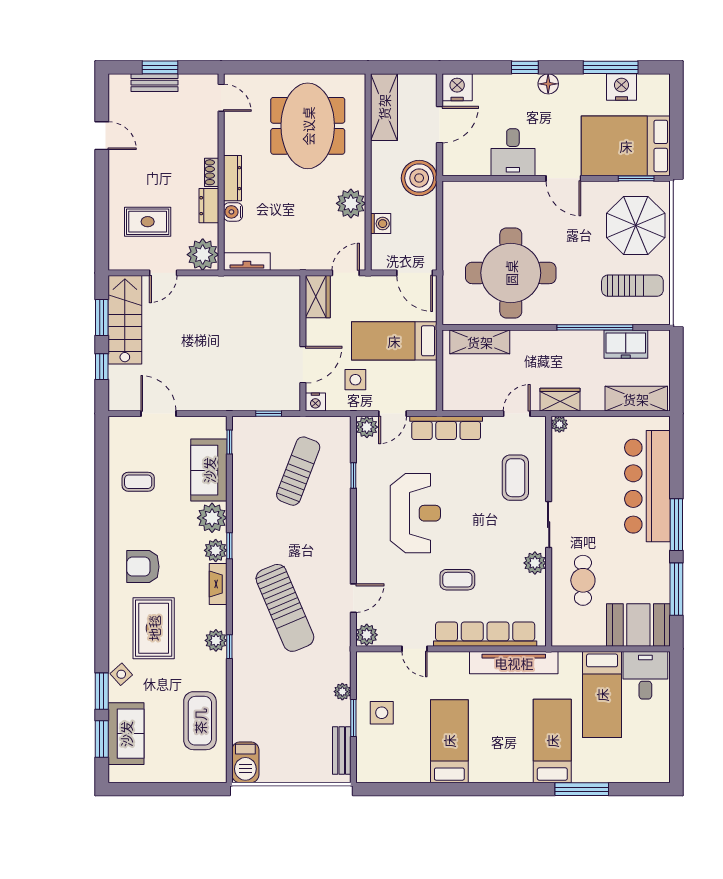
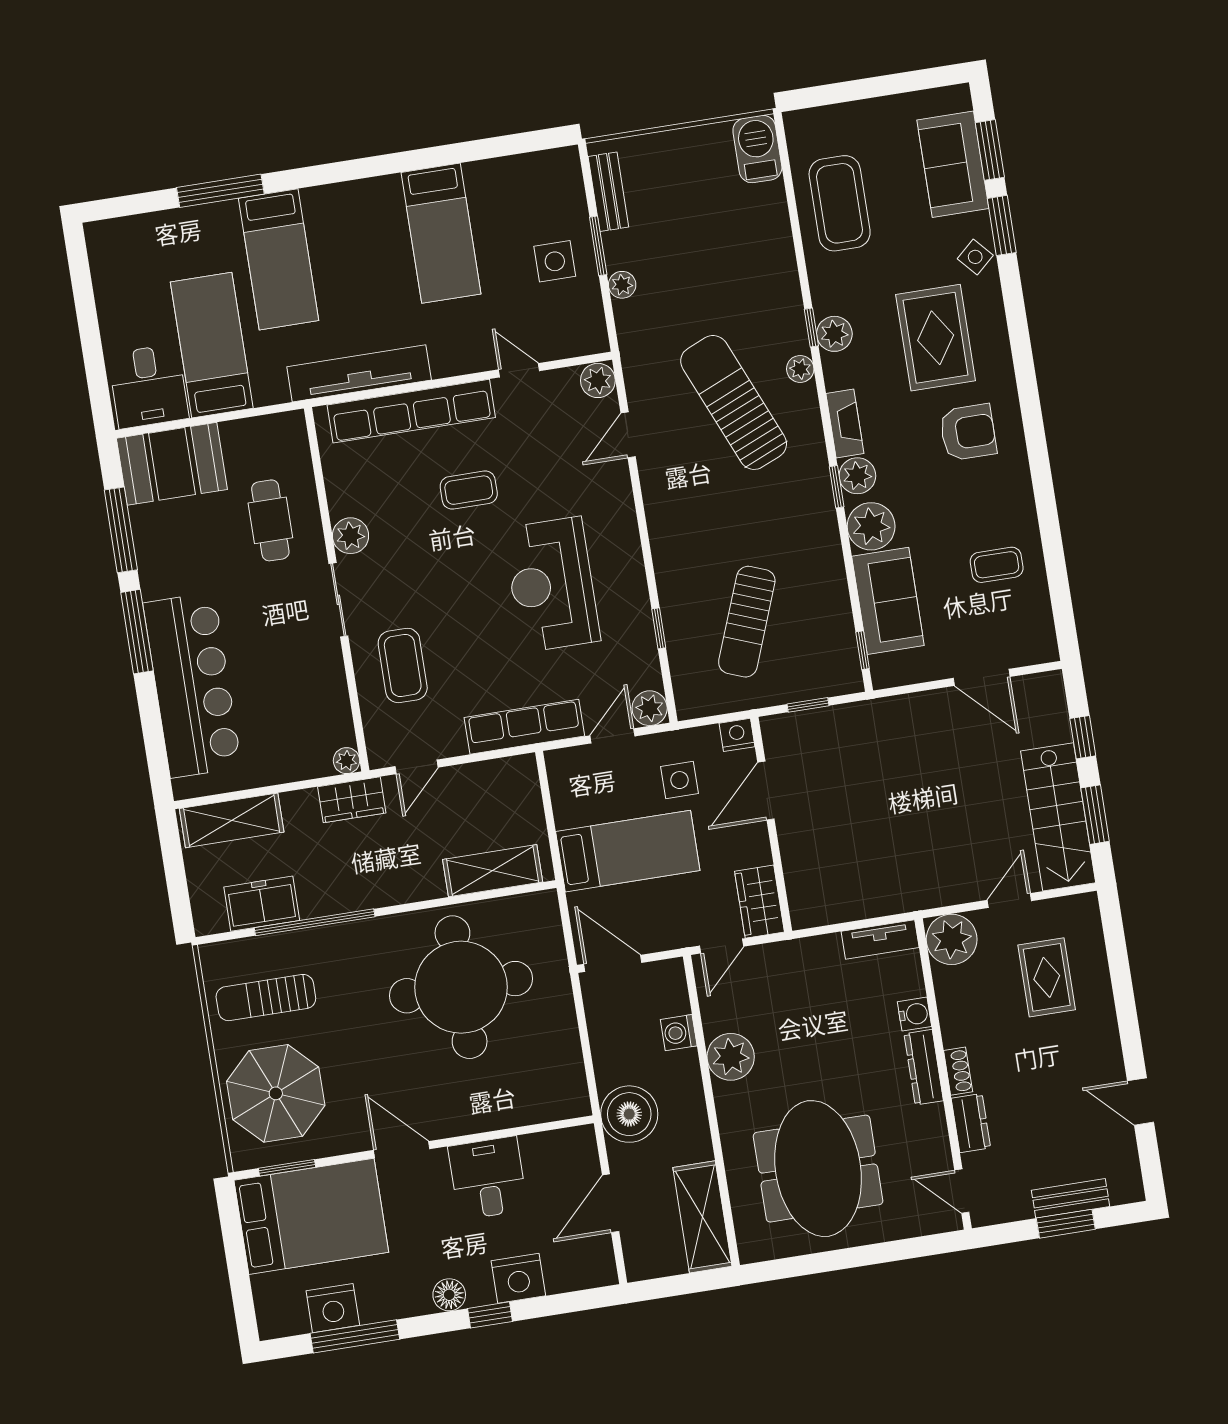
nightstand: (457, 87) -> (518, 1278), moved
dresser: (209, 206) -> (971, 1123), moved
rug: (148, 222) -> (1047, 977), turned 90
plant: (240, 622) -> (800, 369), added

